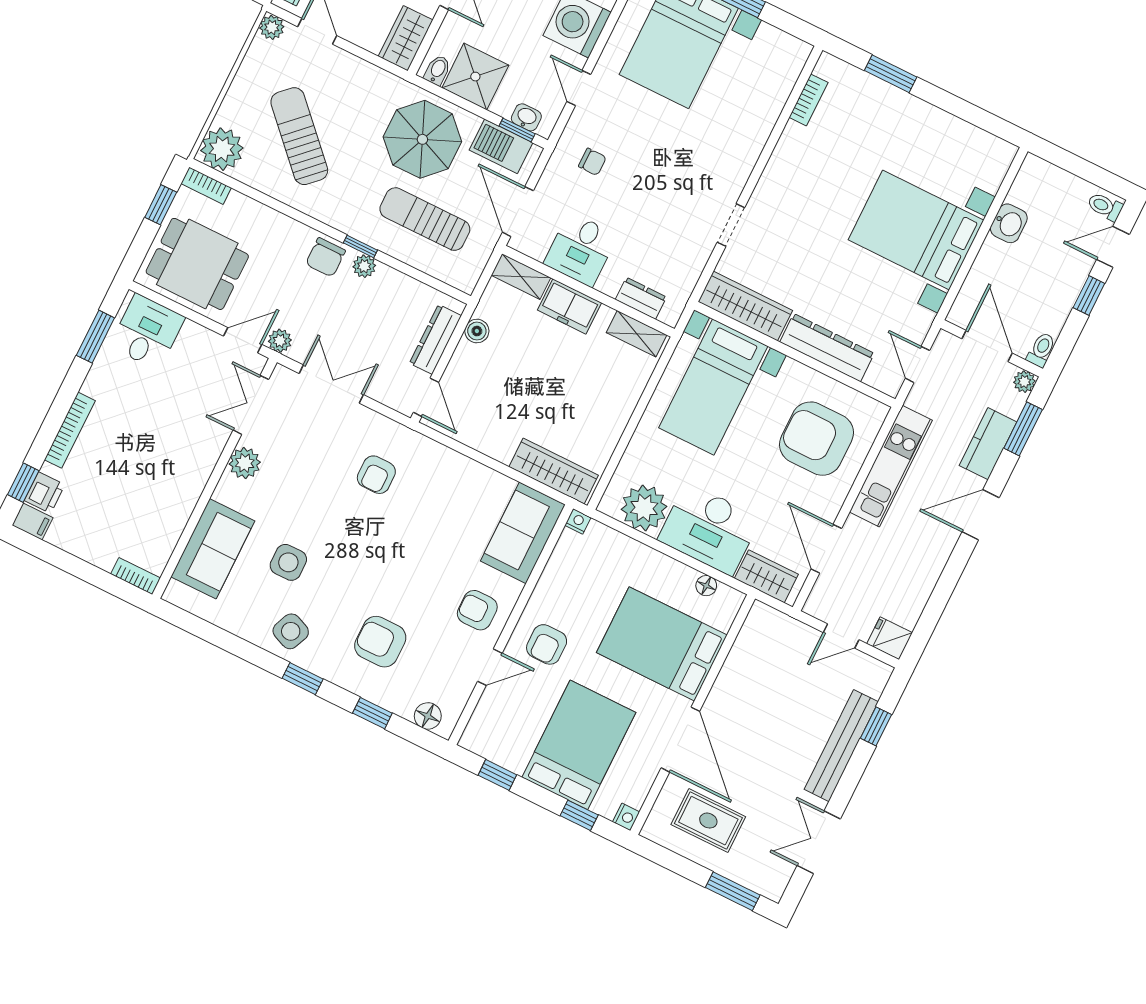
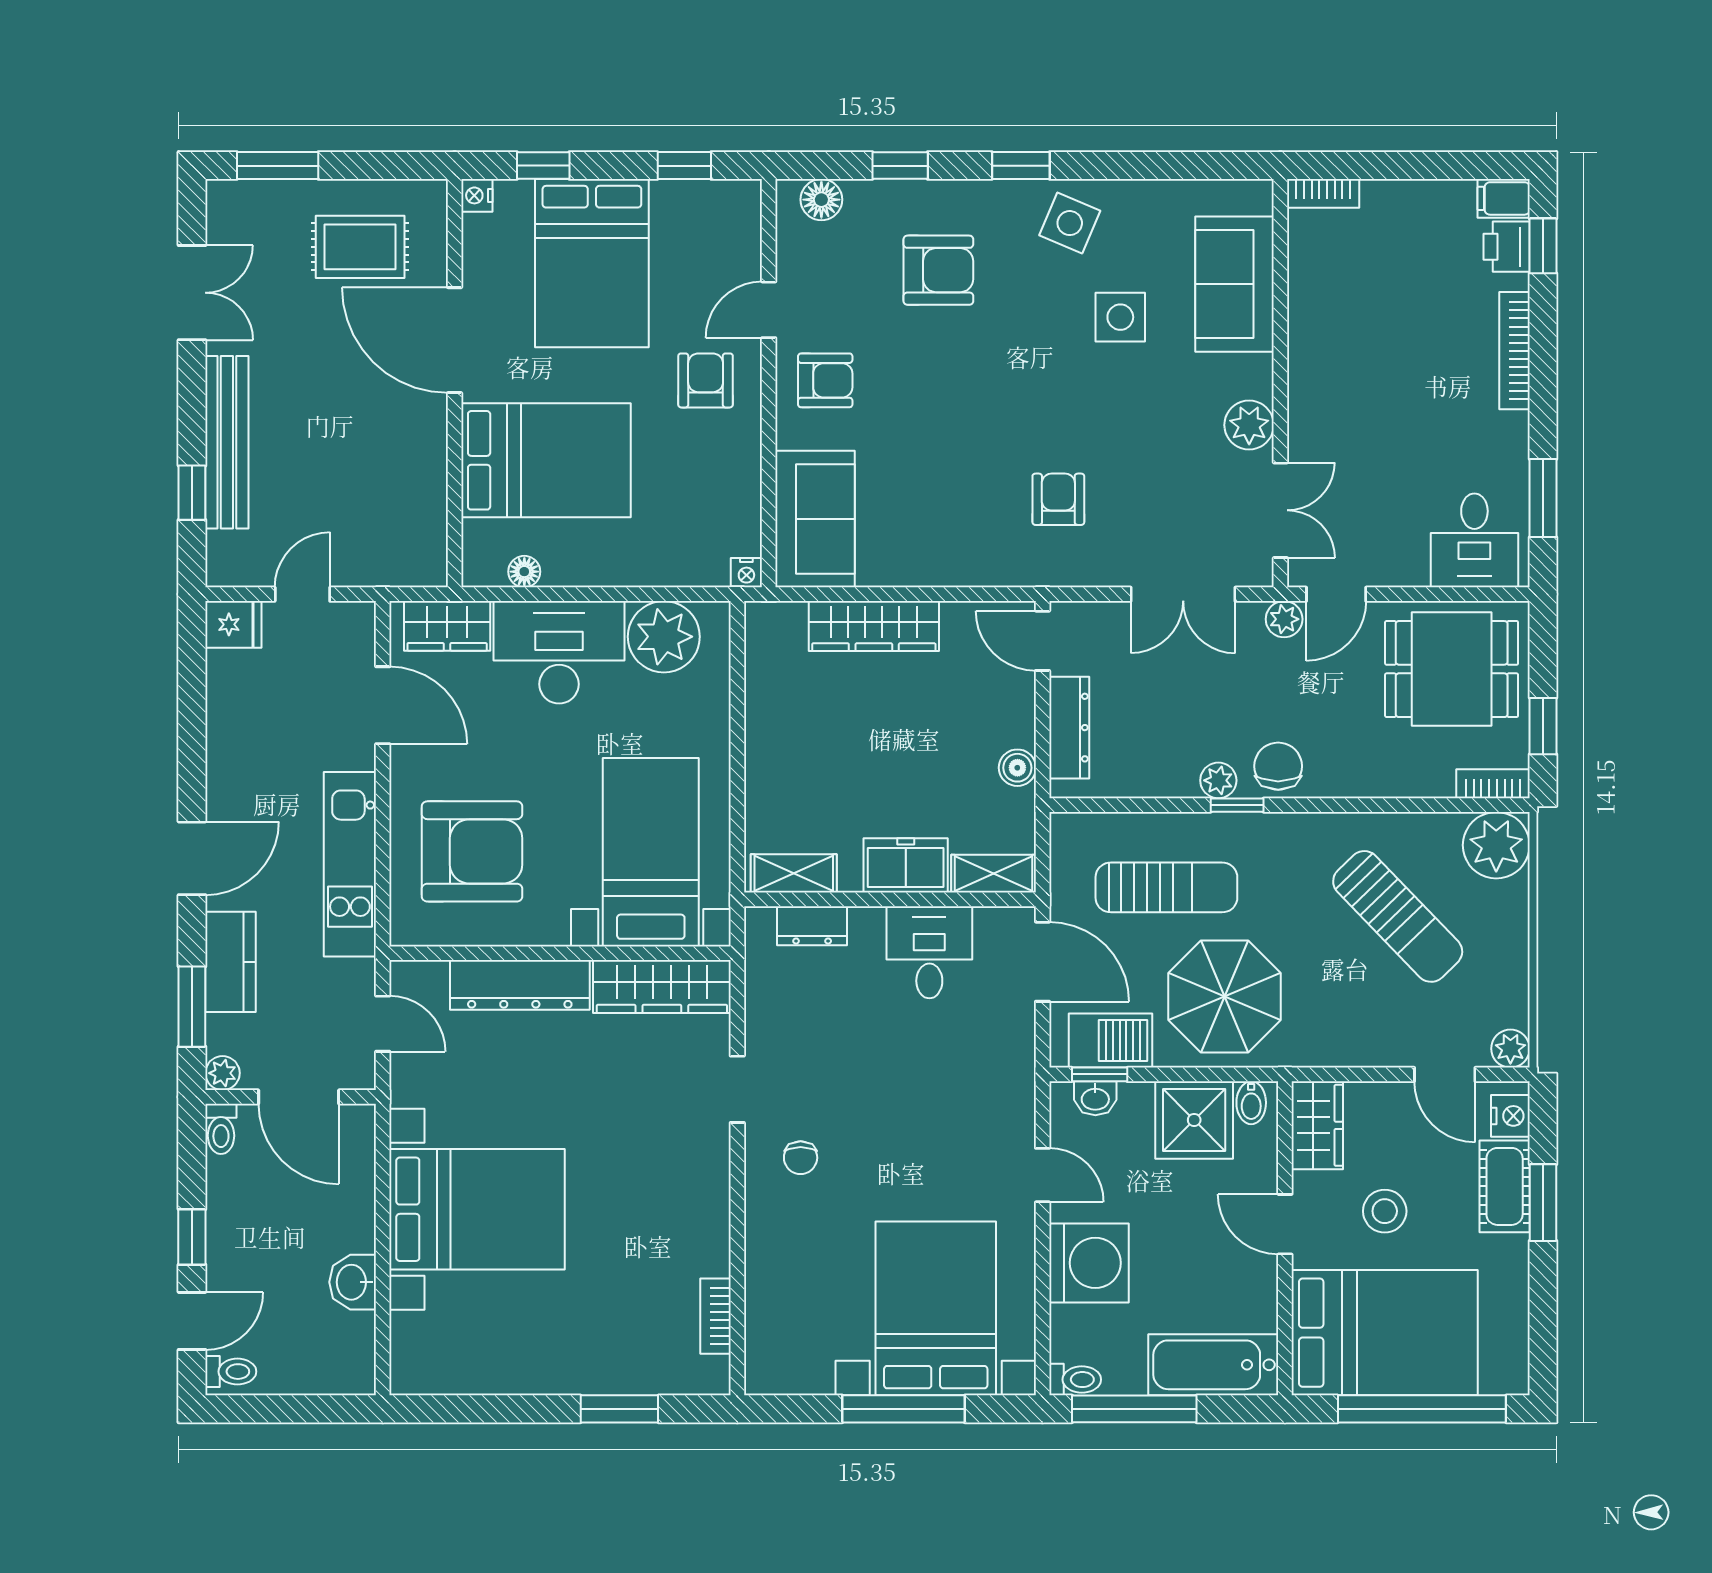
chair: (592, 162) -> (801, 1158), moved, turned -90
wardrobe: (554, 471) -> (874, 626), moved

